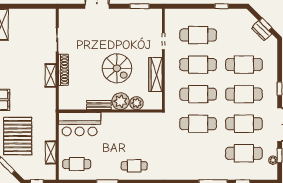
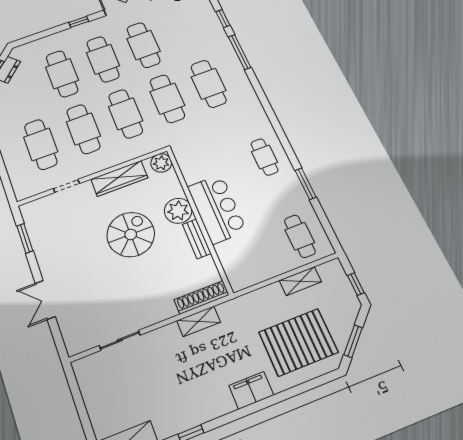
shoe rack: (63, 70) -> (202, 297), moved
shelving: (51, 75) -> (199, 321), moved
plant: (137, 103) -> (161, 163), moved
bar counter: (80, 124) -> (217, 209), moved
cafe table: (244, 153) -> (209, 84), moved

